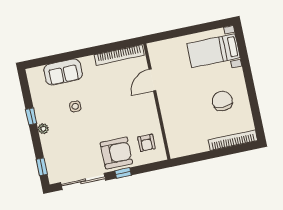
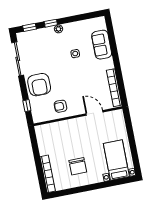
chair: (222, 101) -> (78, 166), turned 90
window: (31, 116) -> (51, 23), moved
armchair: (146, 143) -> (61, 106), moved
window: (123, 173) -> (27, 106), moved

